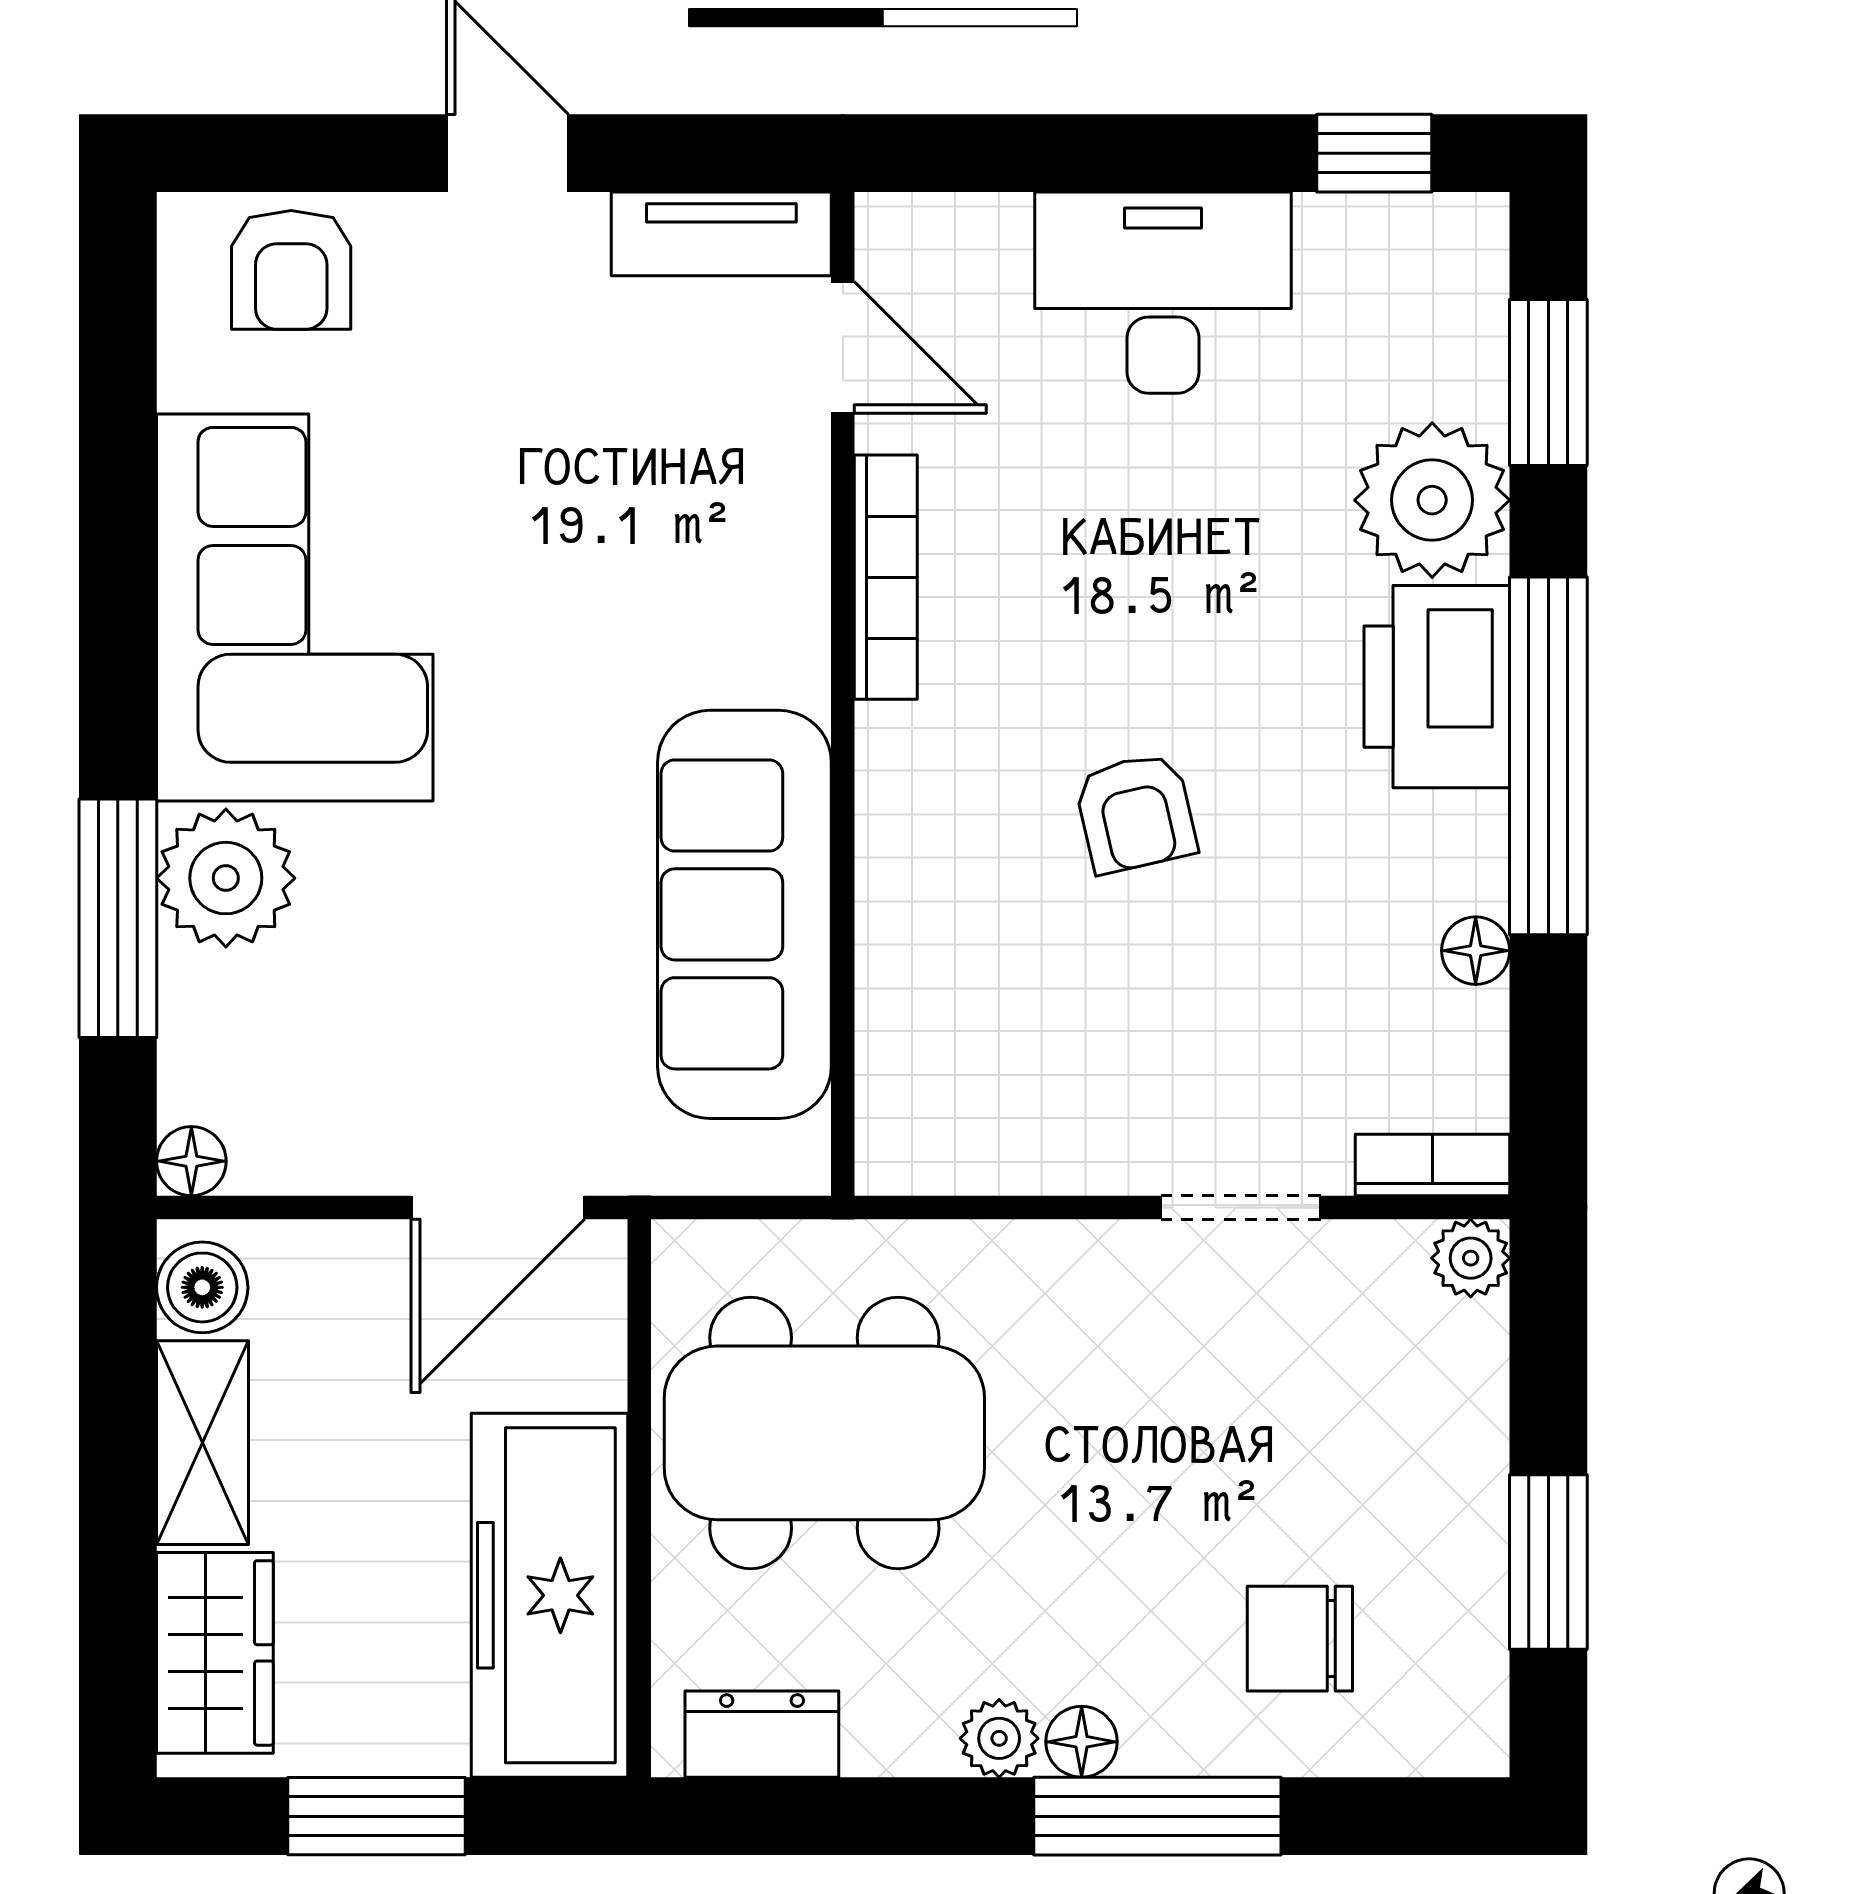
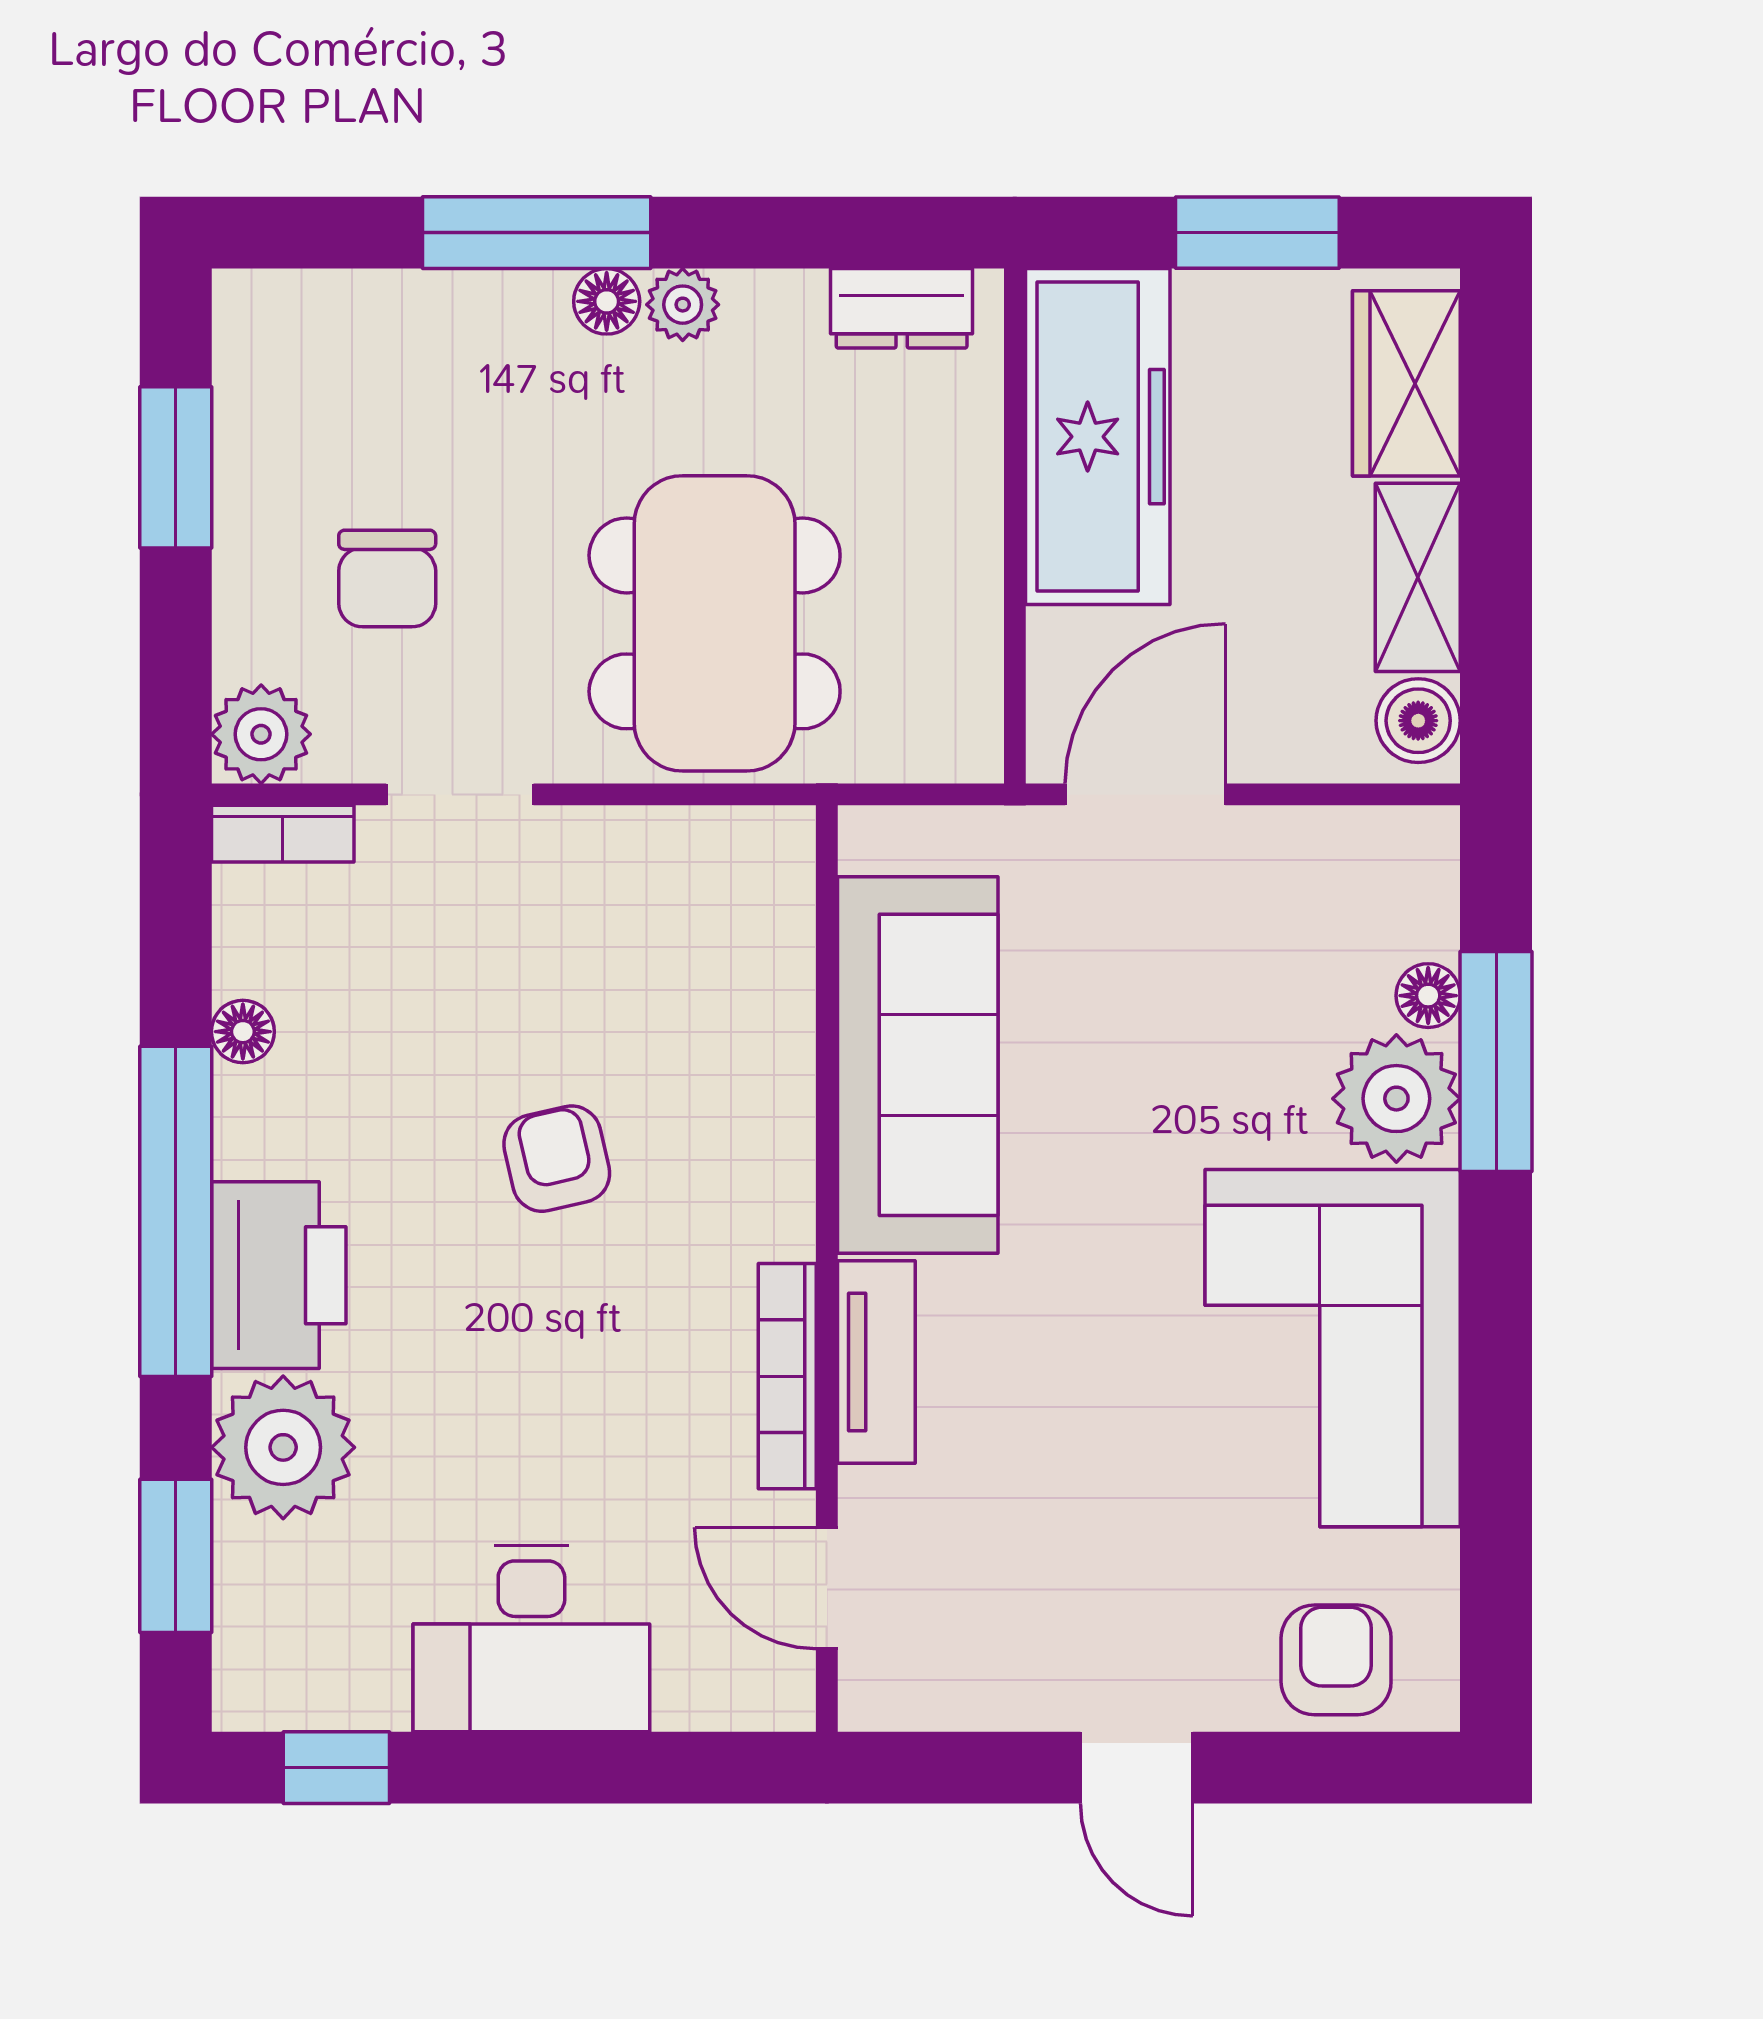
tv unit: (721, 234) -> (876, 1362), moved, turned 90
floor lamp: (191, 1161) -> (1428, 996), moved
plant: (1471, 1258) -> (261, 734), width x1.38, depth x1.38
dining table: (824, 1433) -> (715, 623), moved, turned 90
chair: (1300, 1639) -> (387, 579), moved, turned 90

